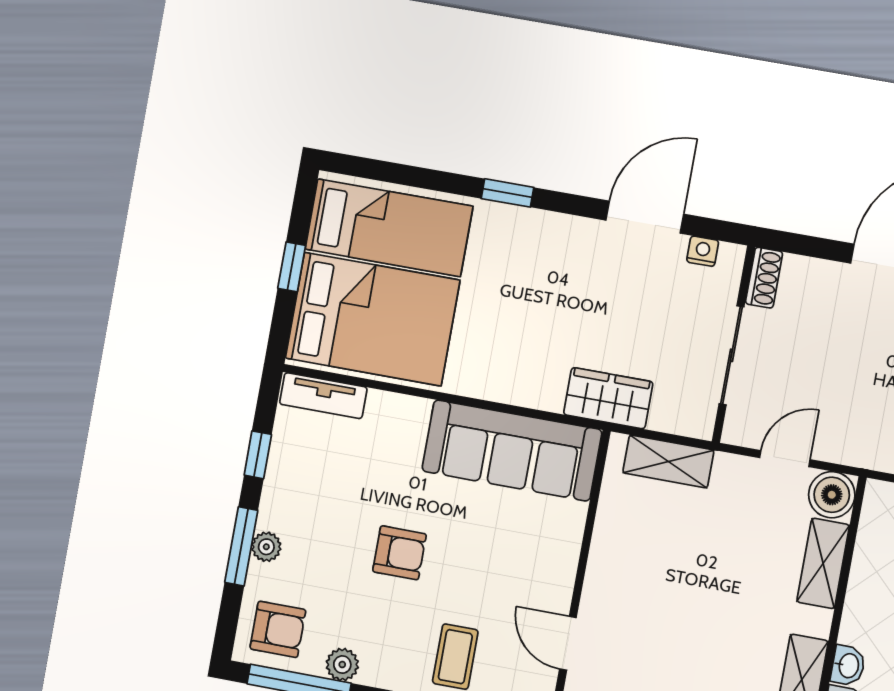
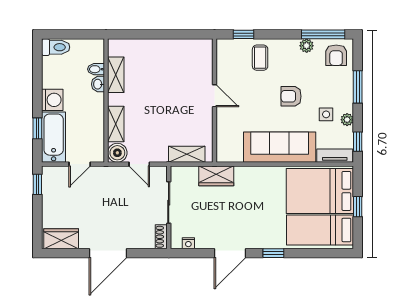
door: (645, 217) -> (230, 253), moved
sofa: (512, 450) -> (280, 147), moved
window: (258, 455) -> (358, 142), moved
door: (785, 459) -> (139, 164), hinge flipped
side table: (326, 496) -> (326, 114), added
plant: (266, 547) -> (347, 120), moved
armchair: (278, 629) -> (336, 55), turned -90
door: (568, 643) -> (214, 96), moved

